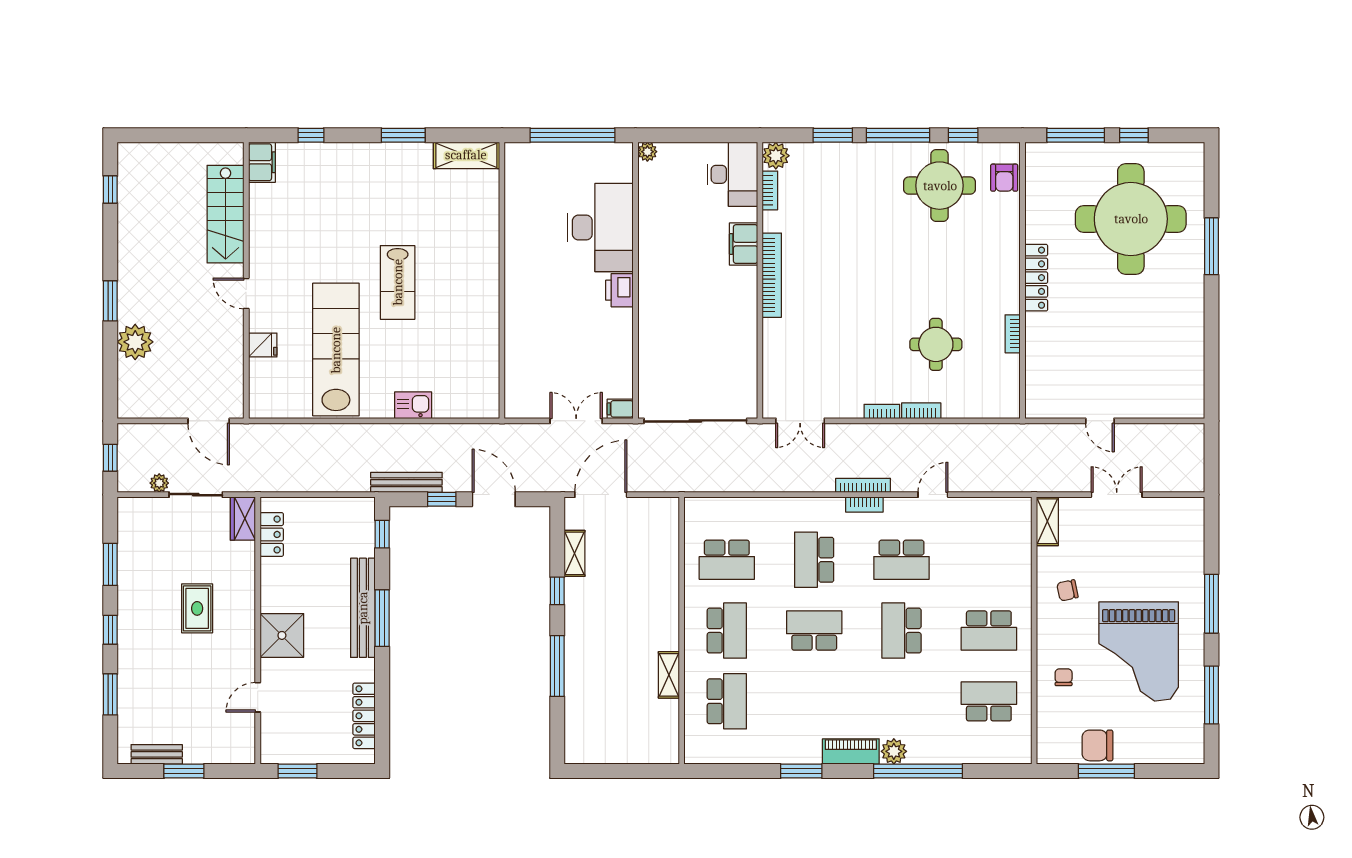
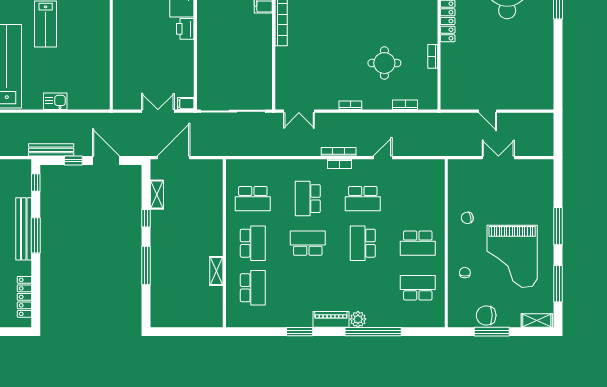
bookcase: (921, 411) -> (405, 105), moved
shelving: (1047, 521) -> (537, 320), moved, turned 90

